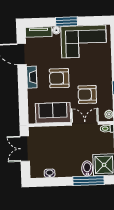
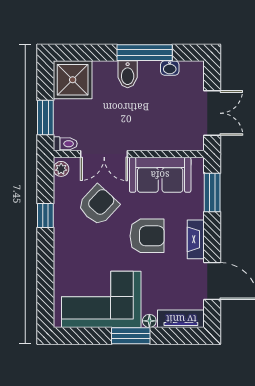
armchair: (87, 95) -> (98, 205), turned -47
window: (23, 104) -> (212, 192), added
bidet: (87, 168) -> (128, 74), moved
window: (89, 181) -> (145, 53), moved

